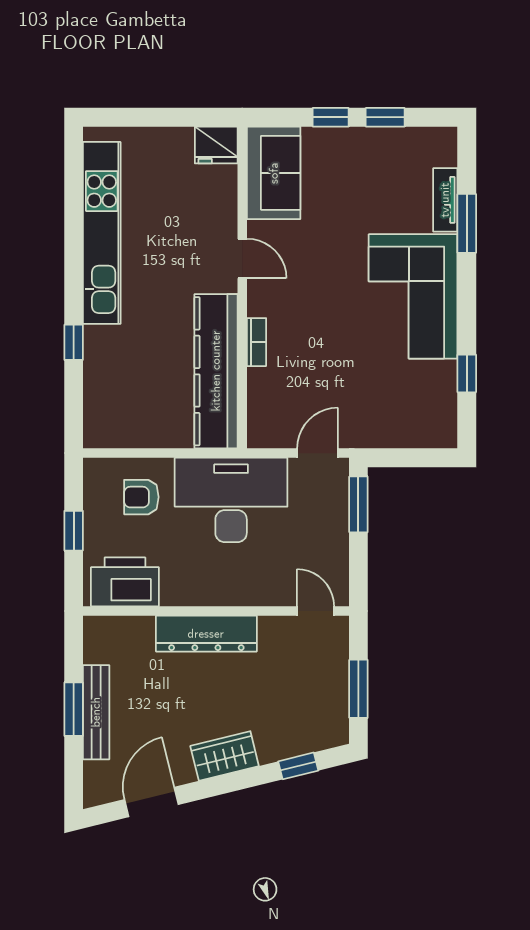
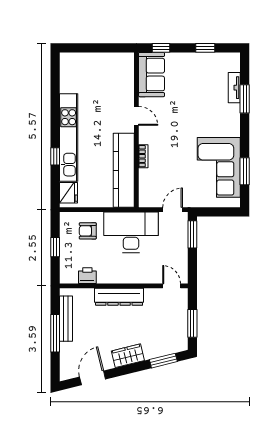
window: (331, 117) -> (161, 48), moved
fridge: (216, 145) -> (68, 193), moved, turned -90
kitchen unit: (102, 233) -> (69, 137), moved
corner sofa: (413, 296) -> (219, 167), moved
window: (467, 373) -> (245, 171), width x1.50
printer: (125, 582) -> (87, 276), width x0.53, depth x0.68
window: (74, 709) -> (55, 333), width x1.44
bench: (96, 712) -> (66, 319), moved
window: (298, 766) -> (163, 361), width x1.50

